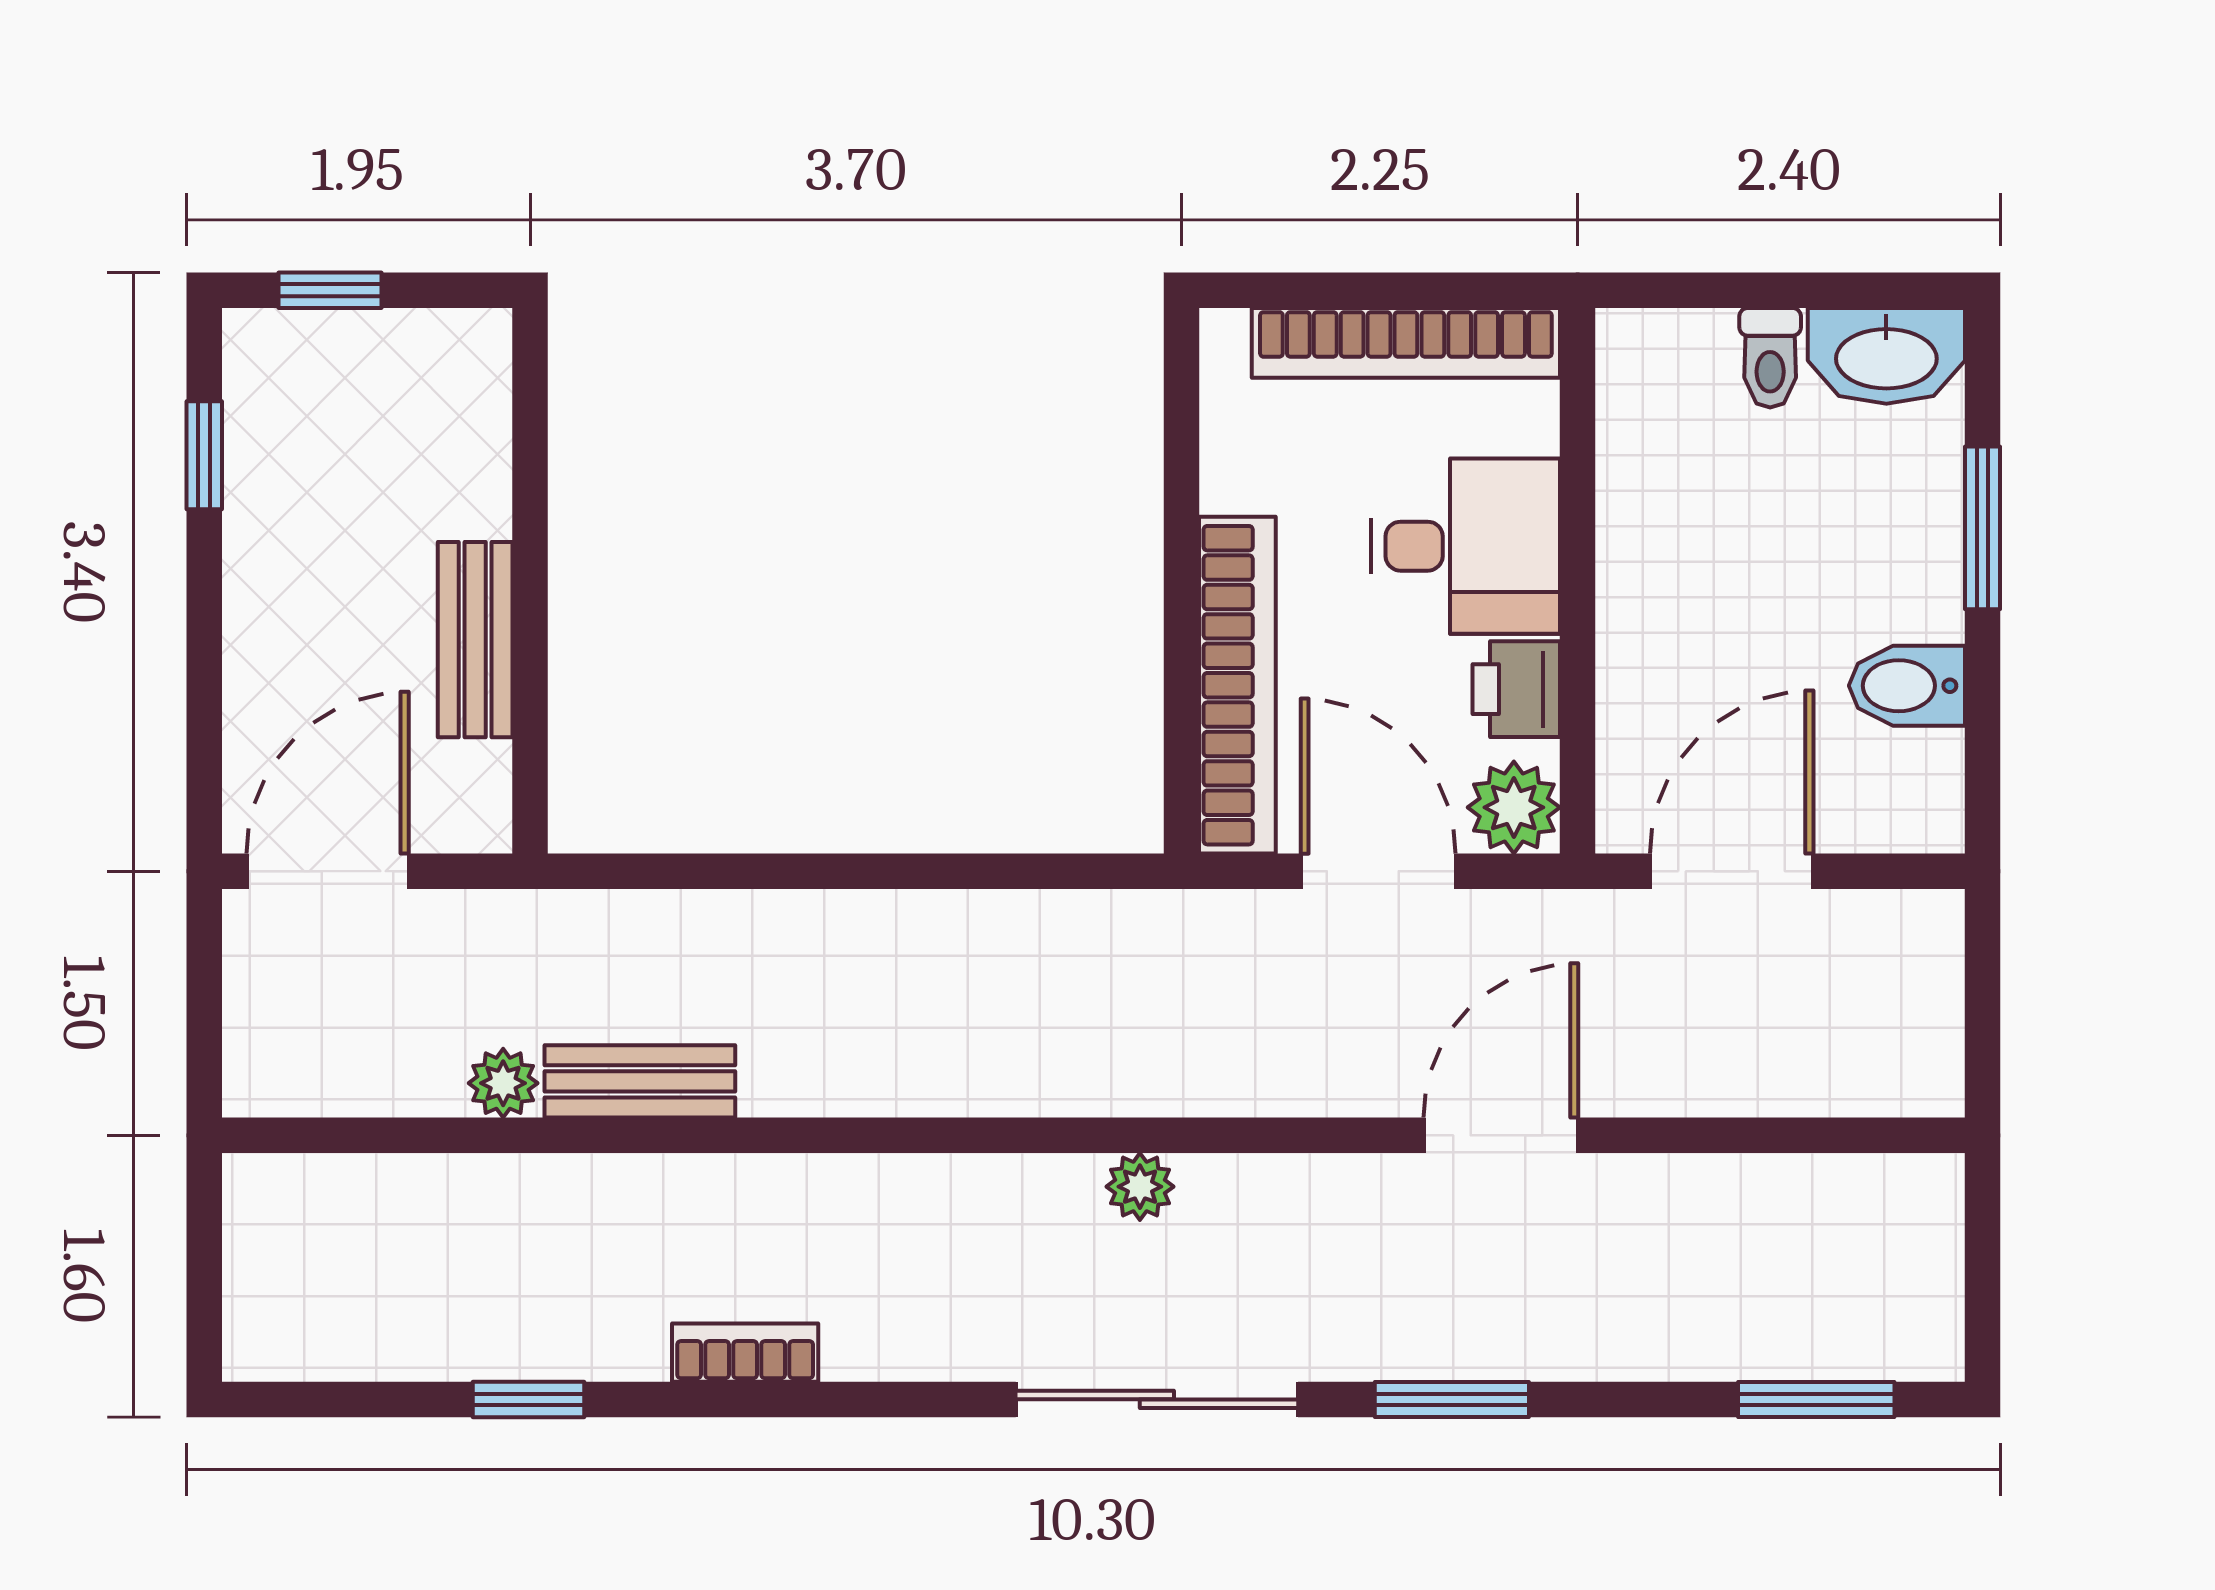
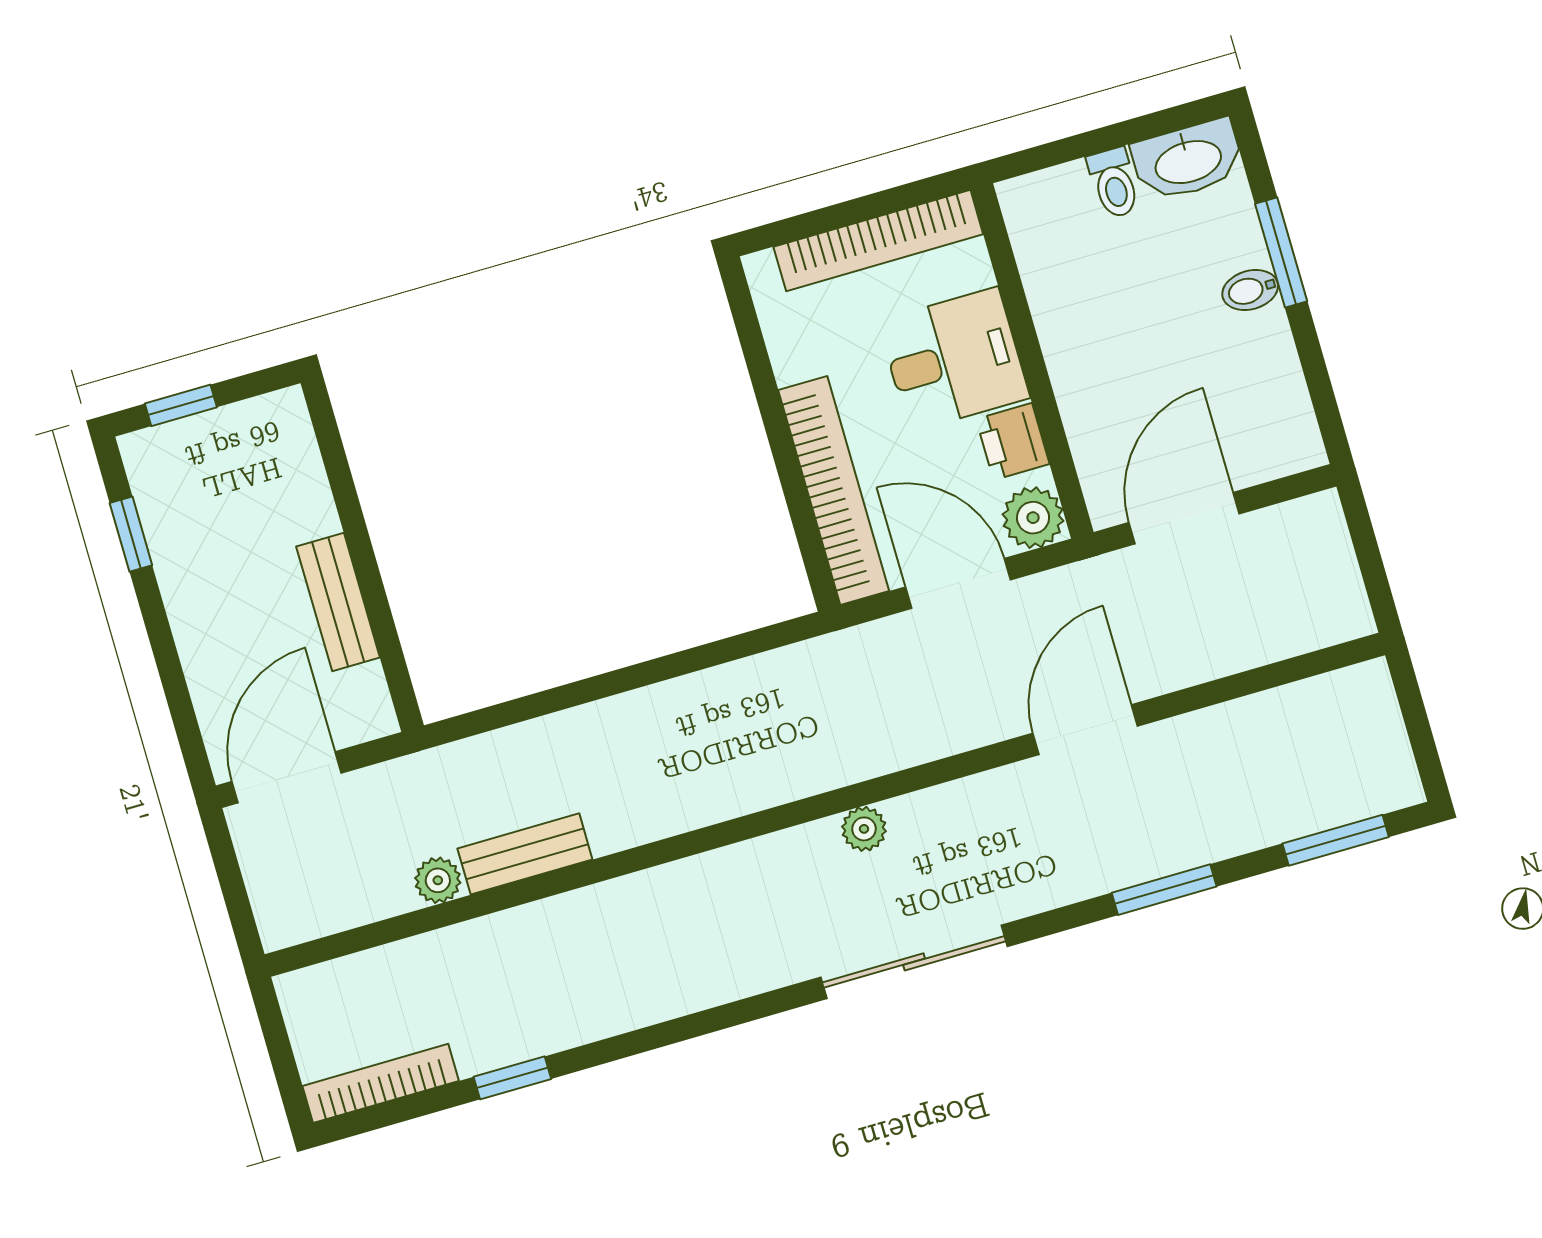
bidet: (1907, 686) -> (1250, 290), moved, width x0.72, depth x0.74
bookcase: (745, 1353) -> (381, 1083), moved, width x1.56
window: (1452, 1399) -> (1164, 890), moved

